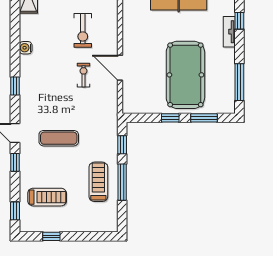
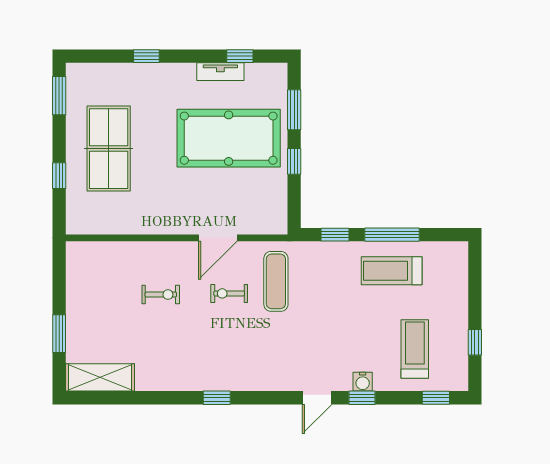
exercise bike: (83, 30) -> (161, 295), width x0.73, depth x0.72
tv unit: (229, 32) -> (220, 72), moved
water cooler: (26, 48) -> (363, 382), moved
window: (239, 82) -> (240, 56), width x0.46
window: (15, 86) -> (217, 398), moved
exercise mat: (59, 138) -> (276, 281), moved

